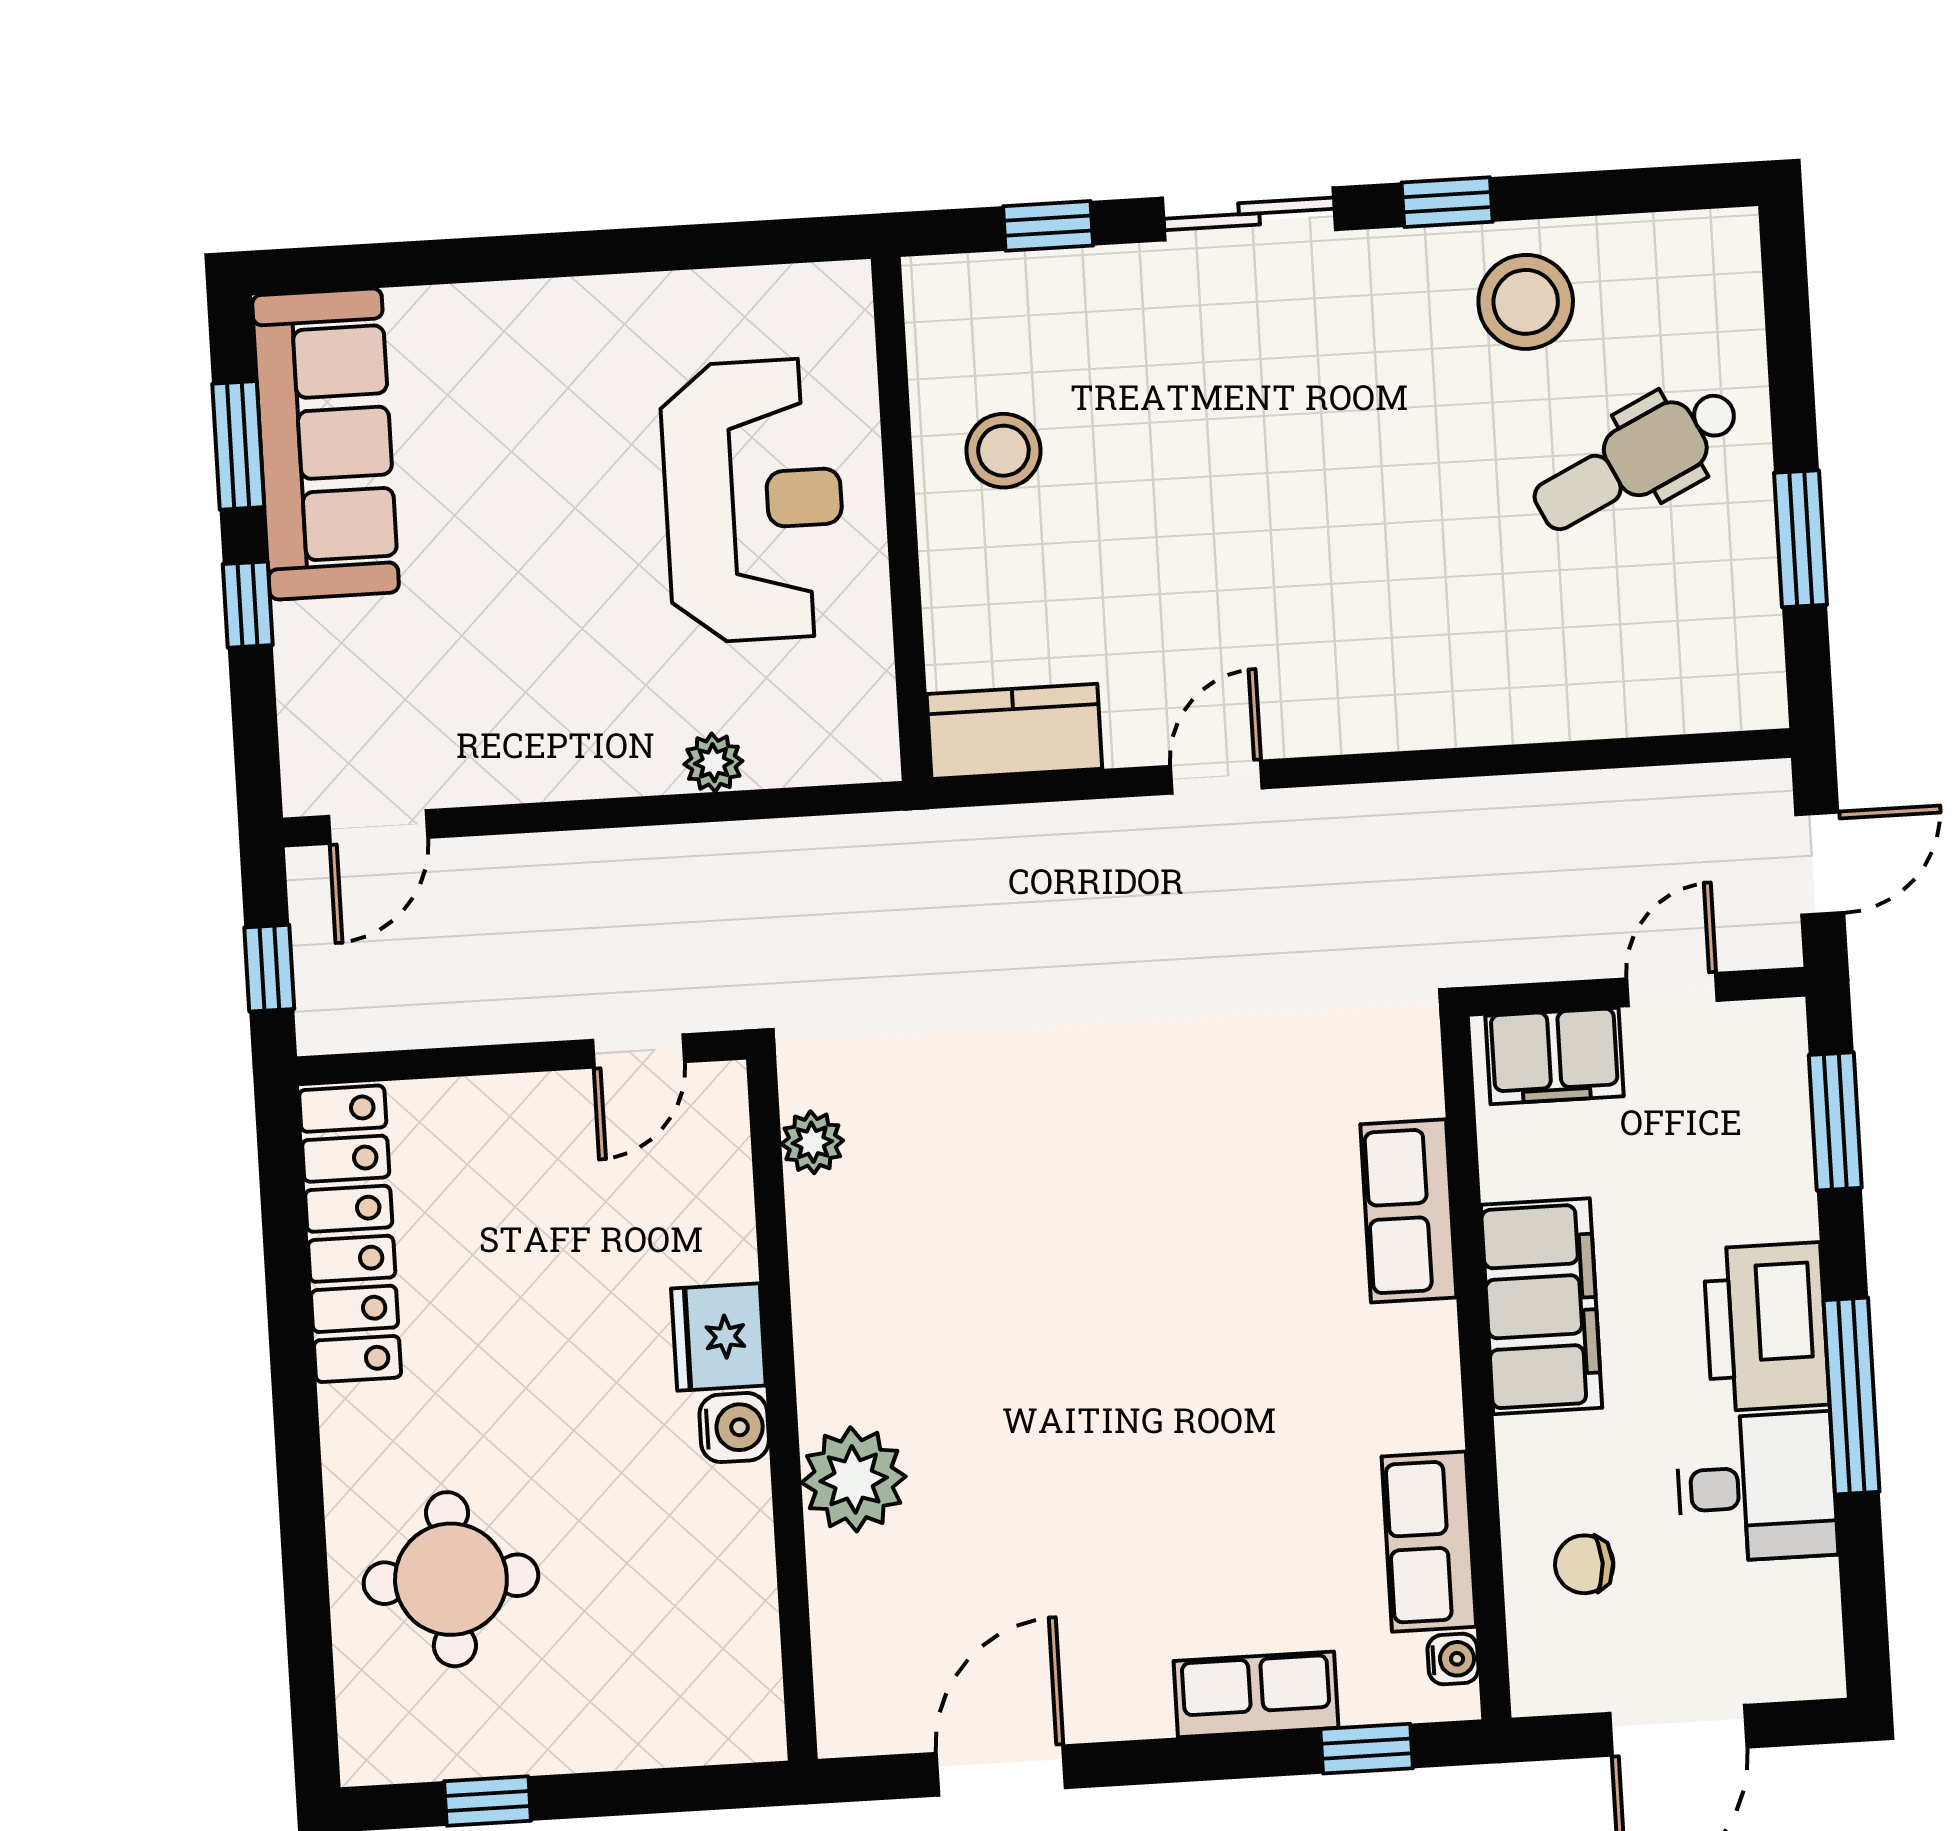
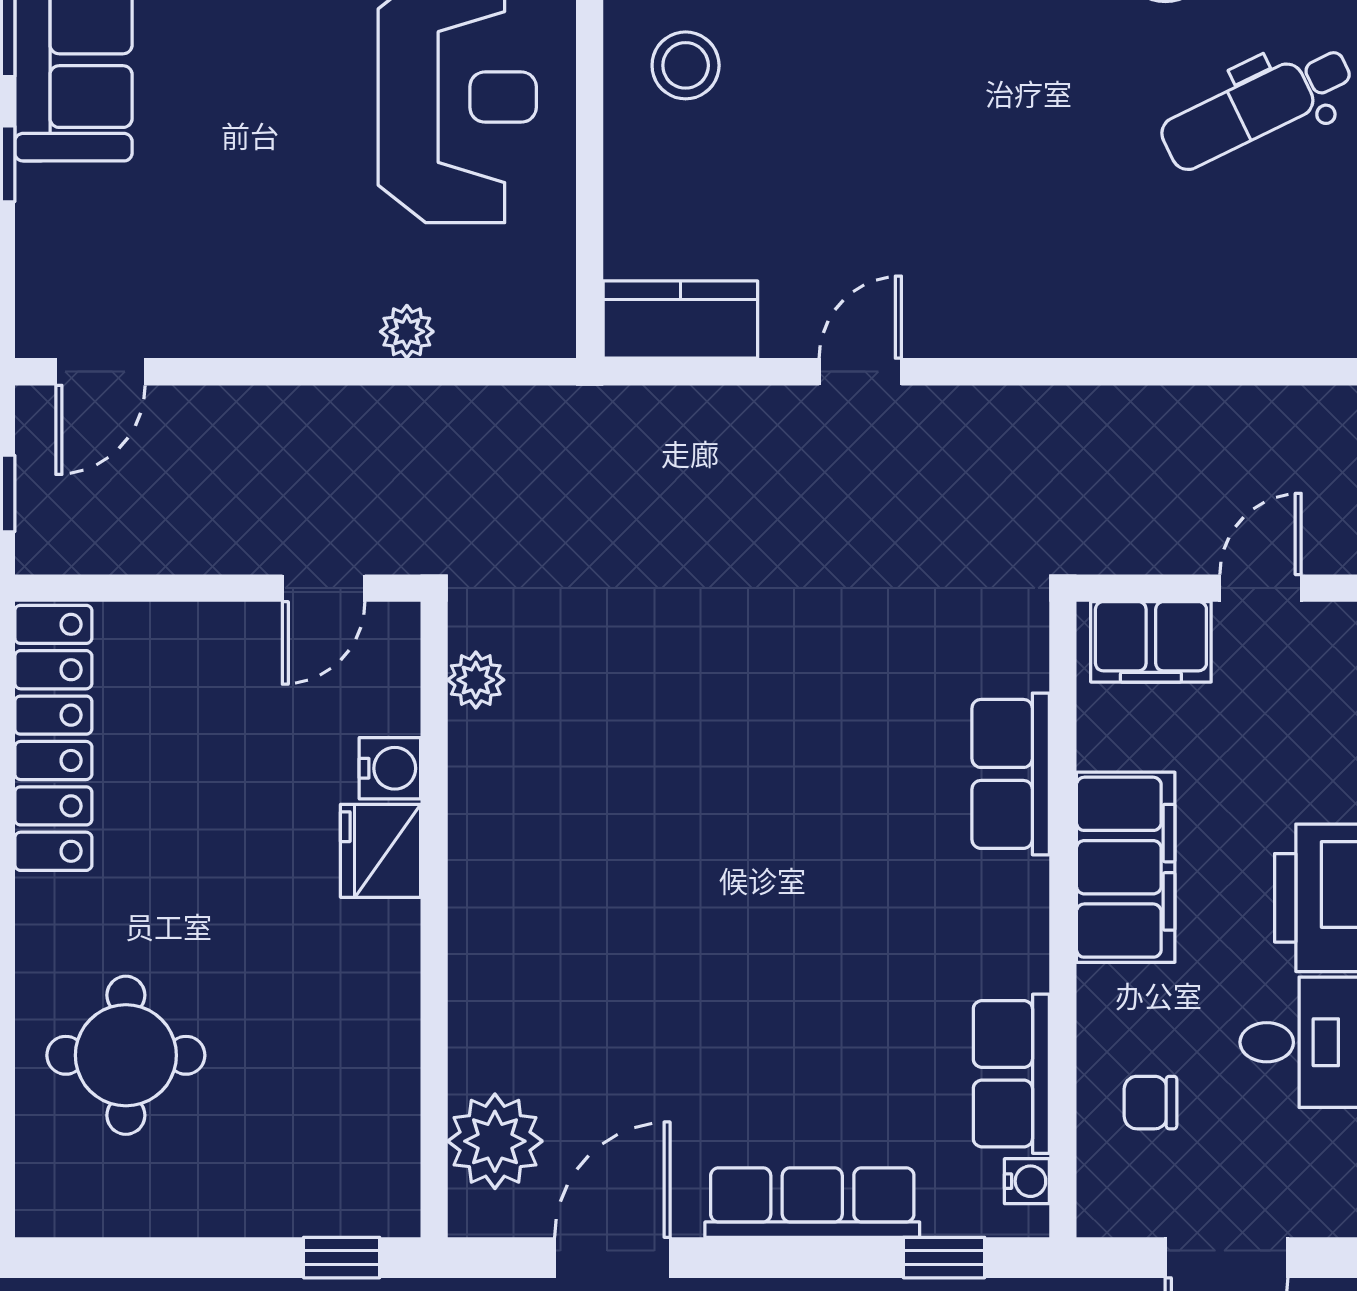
water cooler: (734, 1428) -> (390, 768), moved
plant: (854, 1479) -> (495, 1141), moved
row of seats: (1256, 1694) -> (812, 1203), width x1.48
window: (488, 1801) -> (342, 1258), moved

